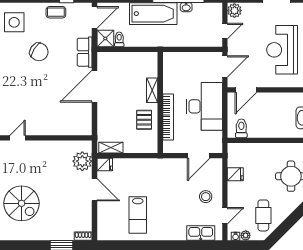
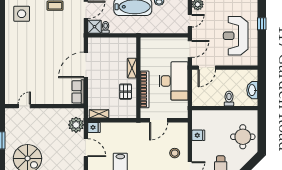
chair: (39, 52) -> (41, 37), removed
row of seats: (85, 52) -> (78, 92), moved
toilet: (241, 128) -> (229, 99), moved
door: (199, 156) -> (159, 120), moved

